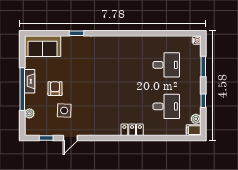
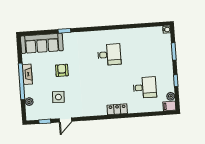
sofa: (43, 46) -> (42, 43), width x1.36
desk: (166, 65) -> (109, 55), moved
armchair: (55, 89) -> (62, 70), moved

